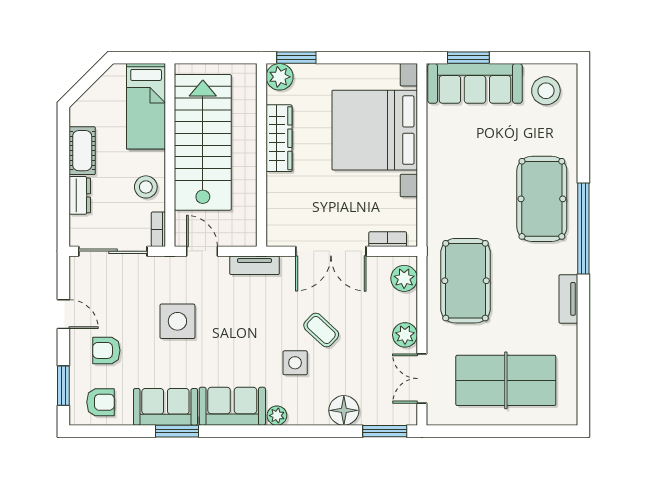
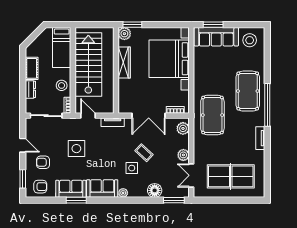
pool table: (466, 281) -> (212, 115), moved

